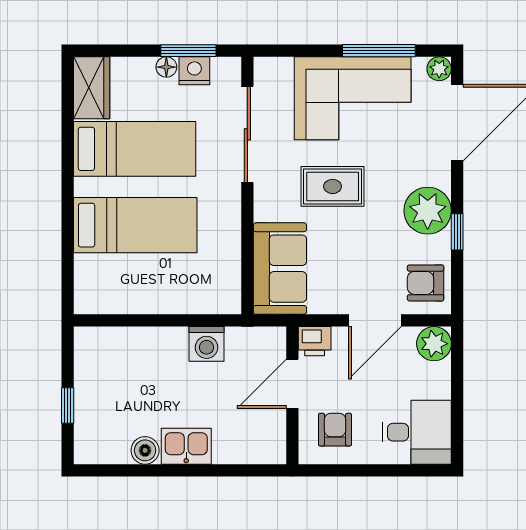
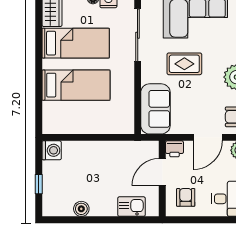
washing machine: (207, 344) -> (52, 150), moved, turned -90
kitchen sink: (186, 446) -> (132, 207), moved

